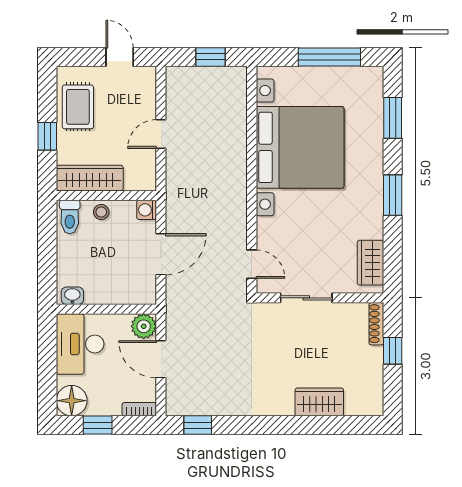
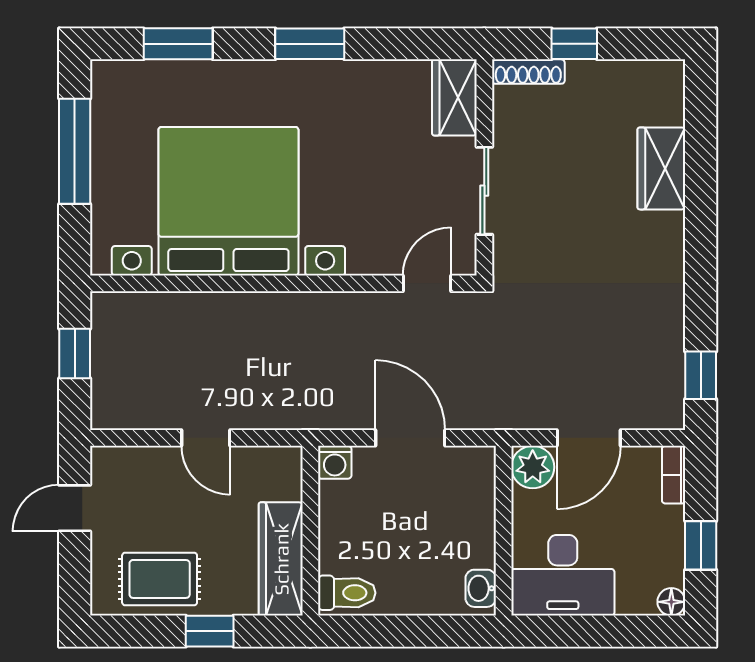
stool: (101, 212) -> (338, 539), removed
wardrobe: (370, 263) -> (454, 97), moved, turned 90
floor lamp: (72, 401) -> (671, 602), width x0.53, depth x0.53

